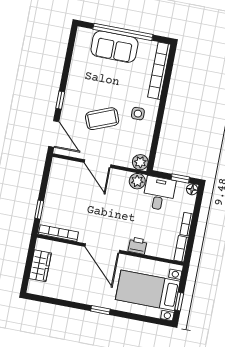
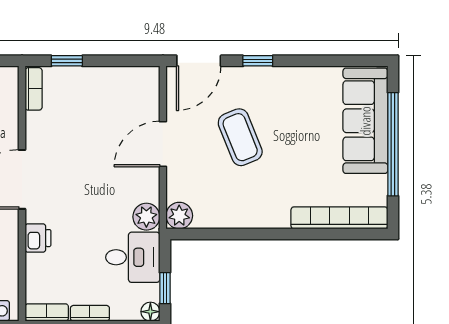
sofa: (114, 47) -> (365, 121), width x1.36
side table: (138, 114) -> (260, 196), removed
bookcase: (58, 233) -> (34, 89), width x0.64

